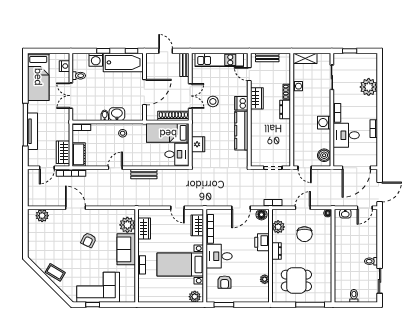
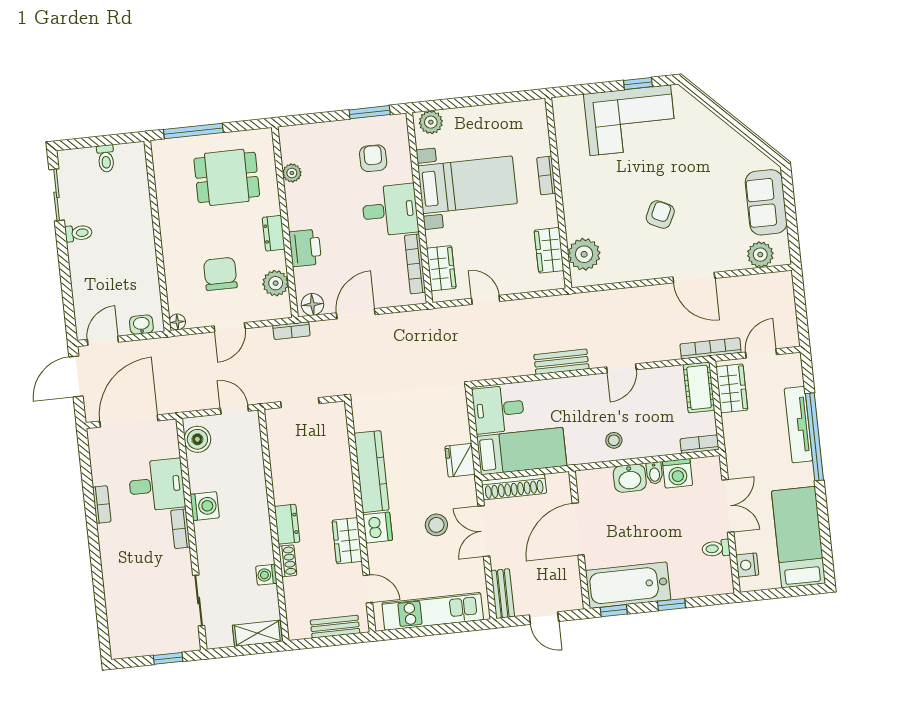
washing machine: (96, 60) -> (678, 473), moved, turned 180
plant: (369, 87) -> (121, 588), removed
fridge: (198, 144) -> (460, 460), moved
sofa: (126, 249) -> (766, 202), moved, turned 180
coffee table: (55, 272) -> (721, 141), removed

